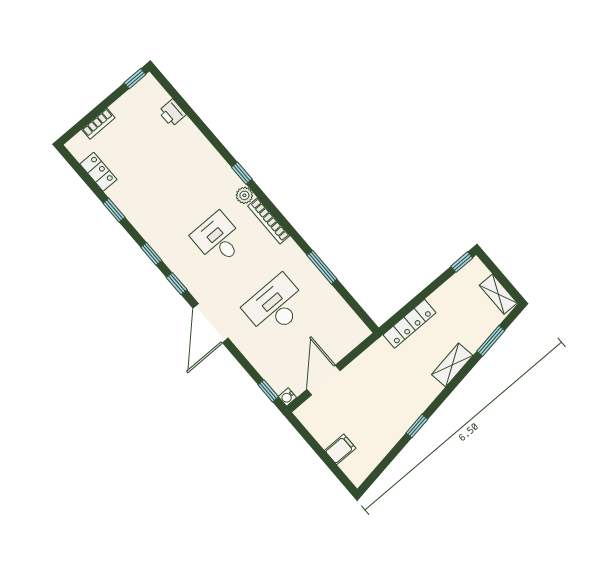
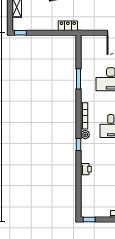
printer: (172, 113) -> (86, 169), moved
locker: (409, 324) -> (68, 26), width x0.66

